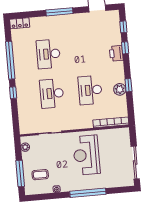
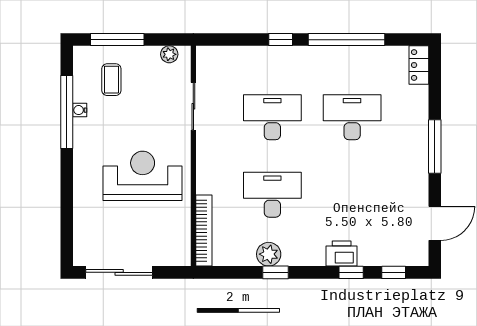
window: (88, 193) -> (67, 112), moved

